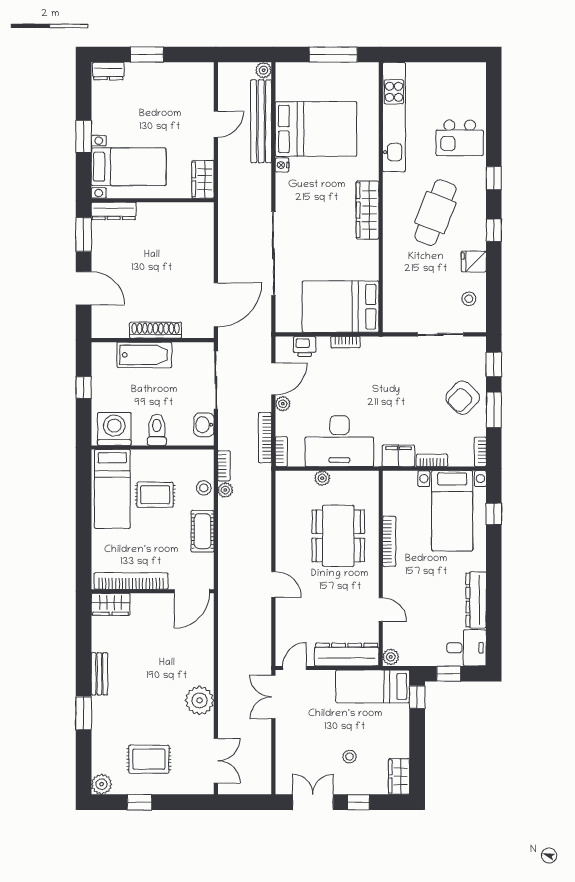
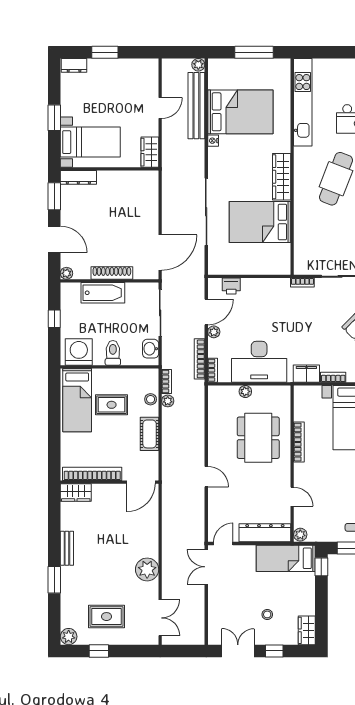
bed: (341, 307) -> (260, 222), moved
plant: (99, 331) -> (66, 273), added
bookcase: (346, 342) -> (302, 283), moved

